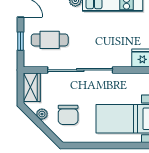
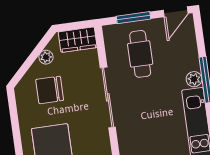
window: (21, 41) -> (133, 18), width x1.50
sliding door: (80, 70) -> (108, 97), width x0.73

